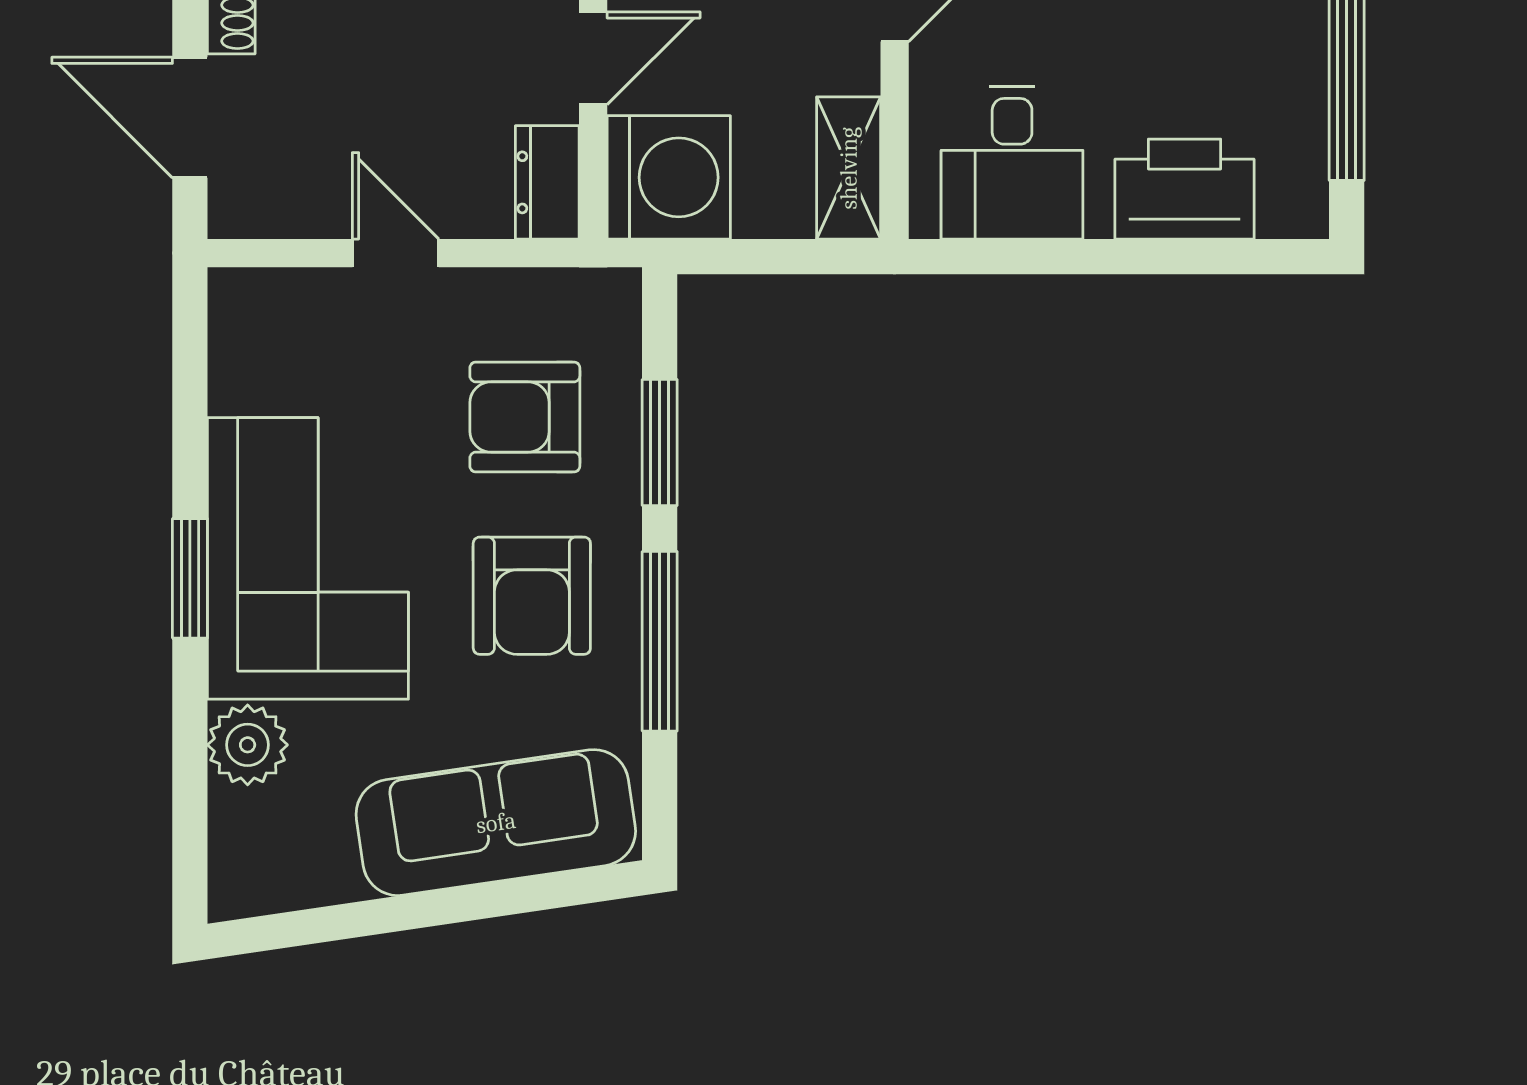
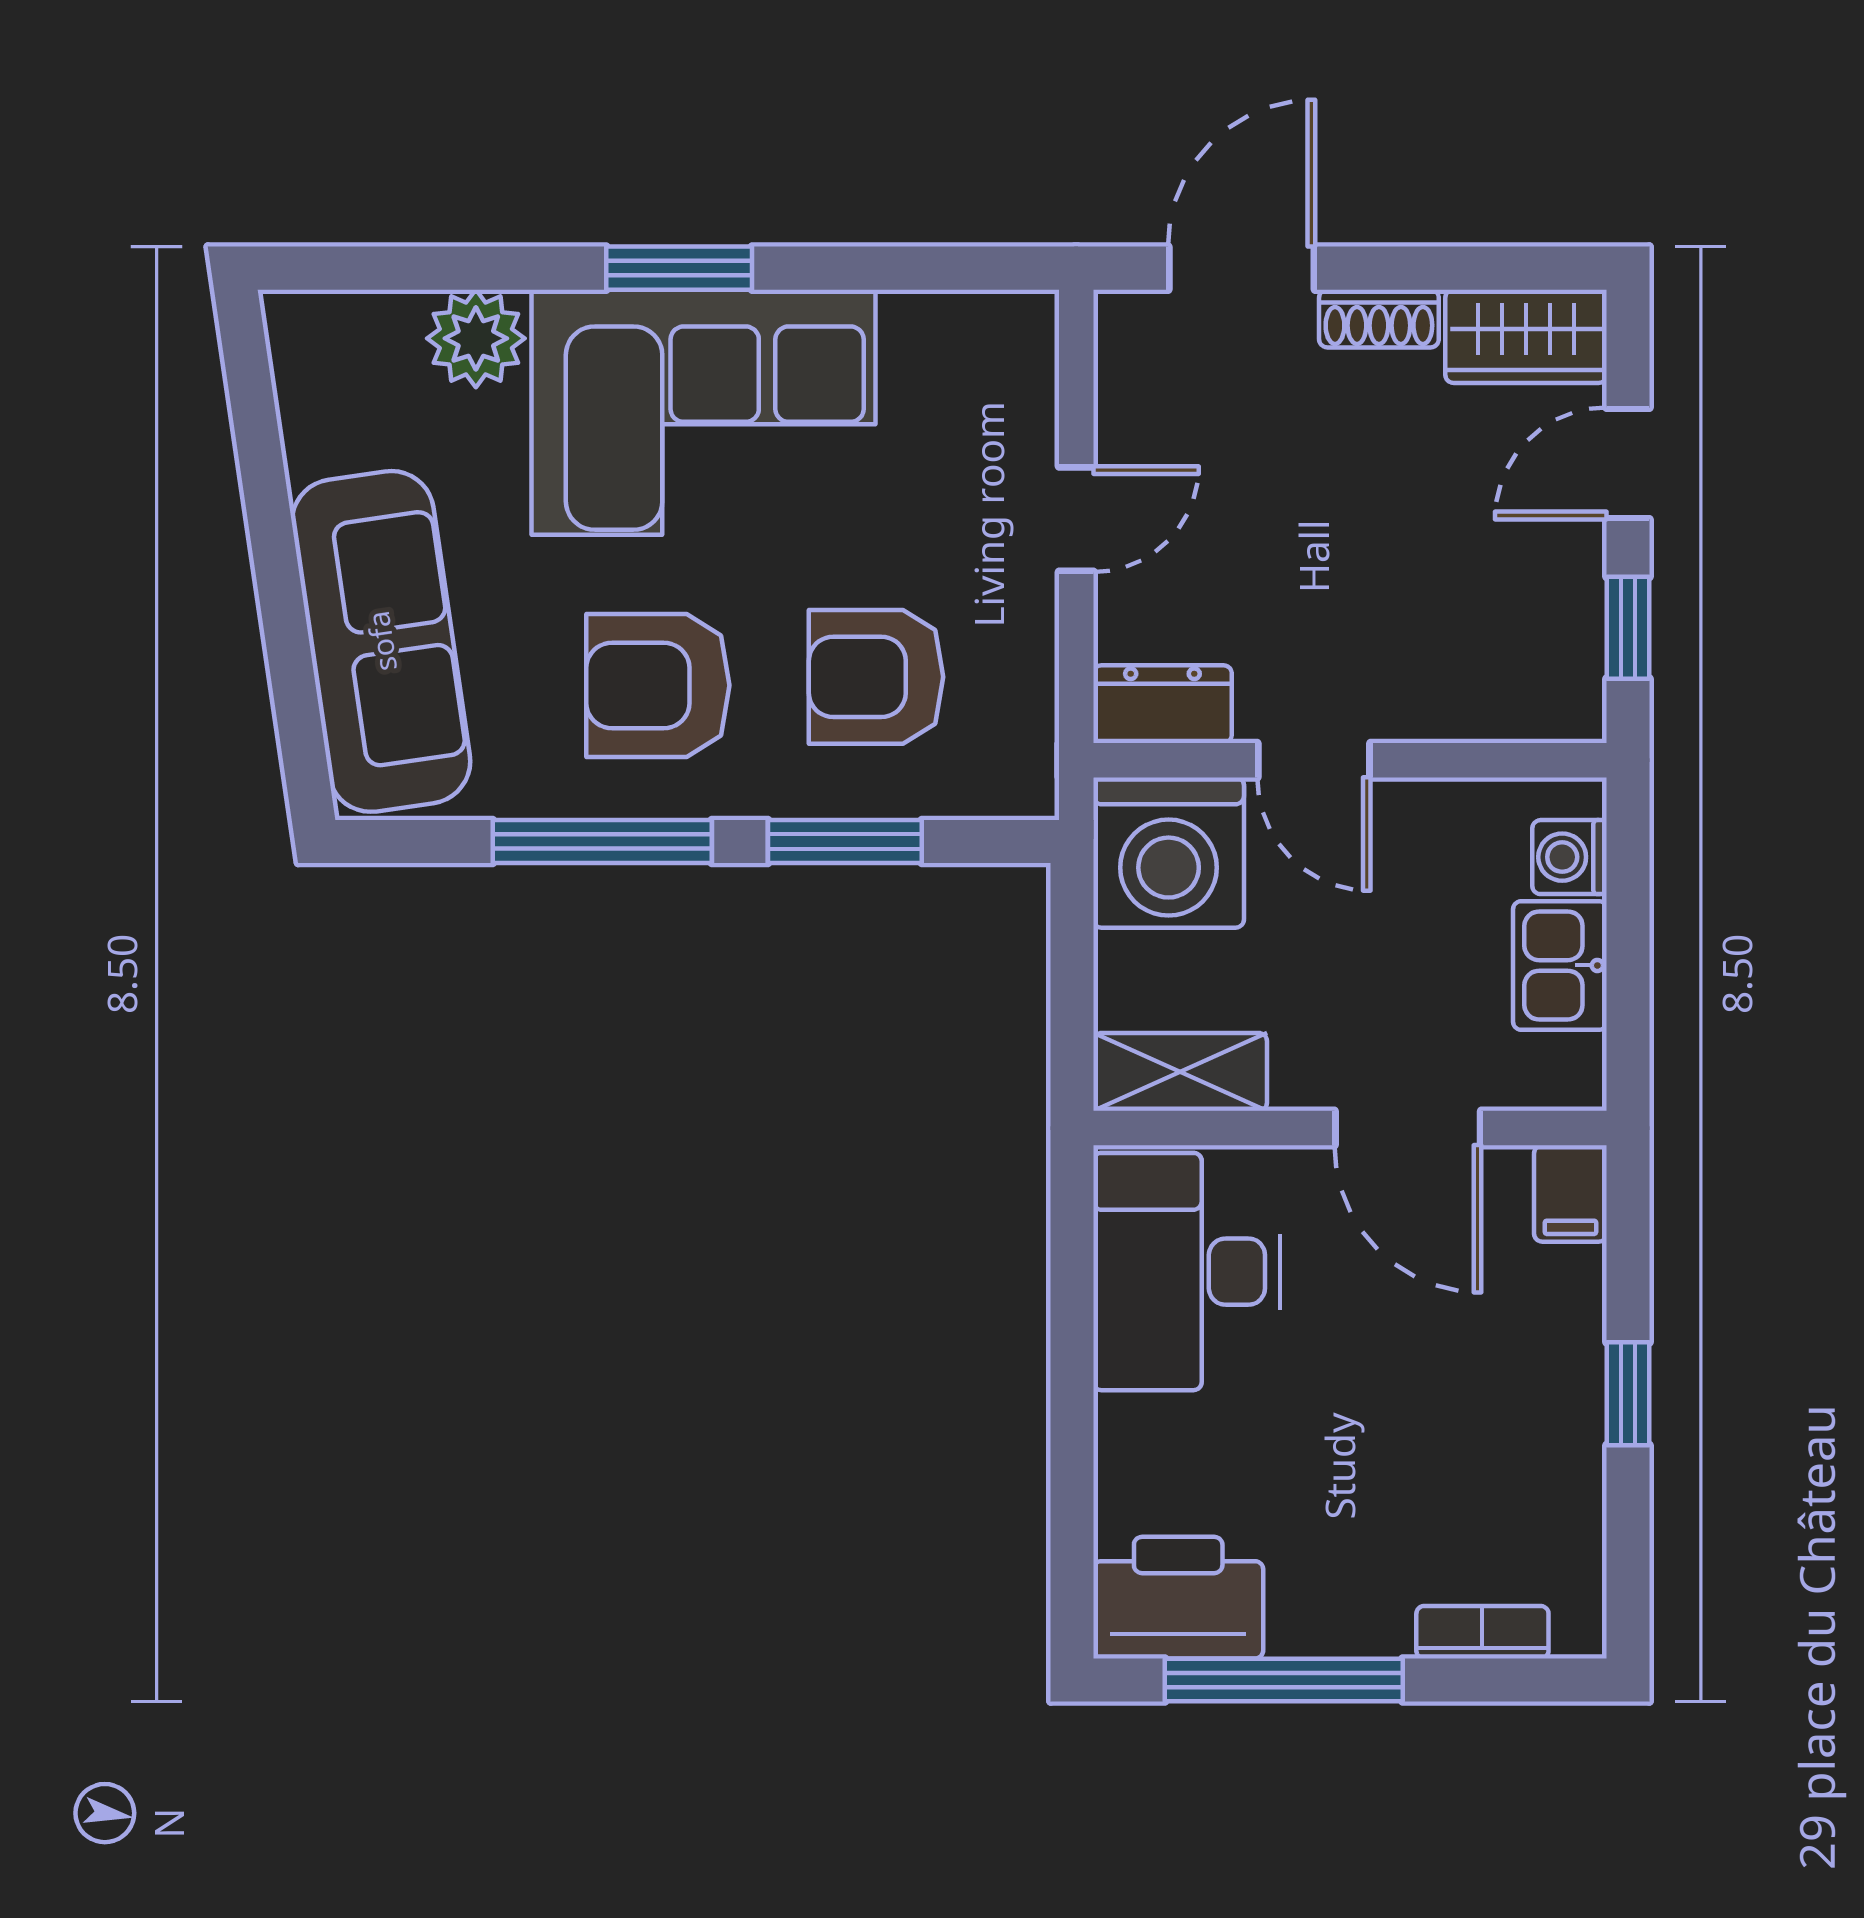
desk: (1012, 163) -> (1187, 1272), width x1.37
printer: (1185, 189) -> (1178, 1598), moved, turned -90
armchair: (525, 417) -> (876, 677), turned -90

